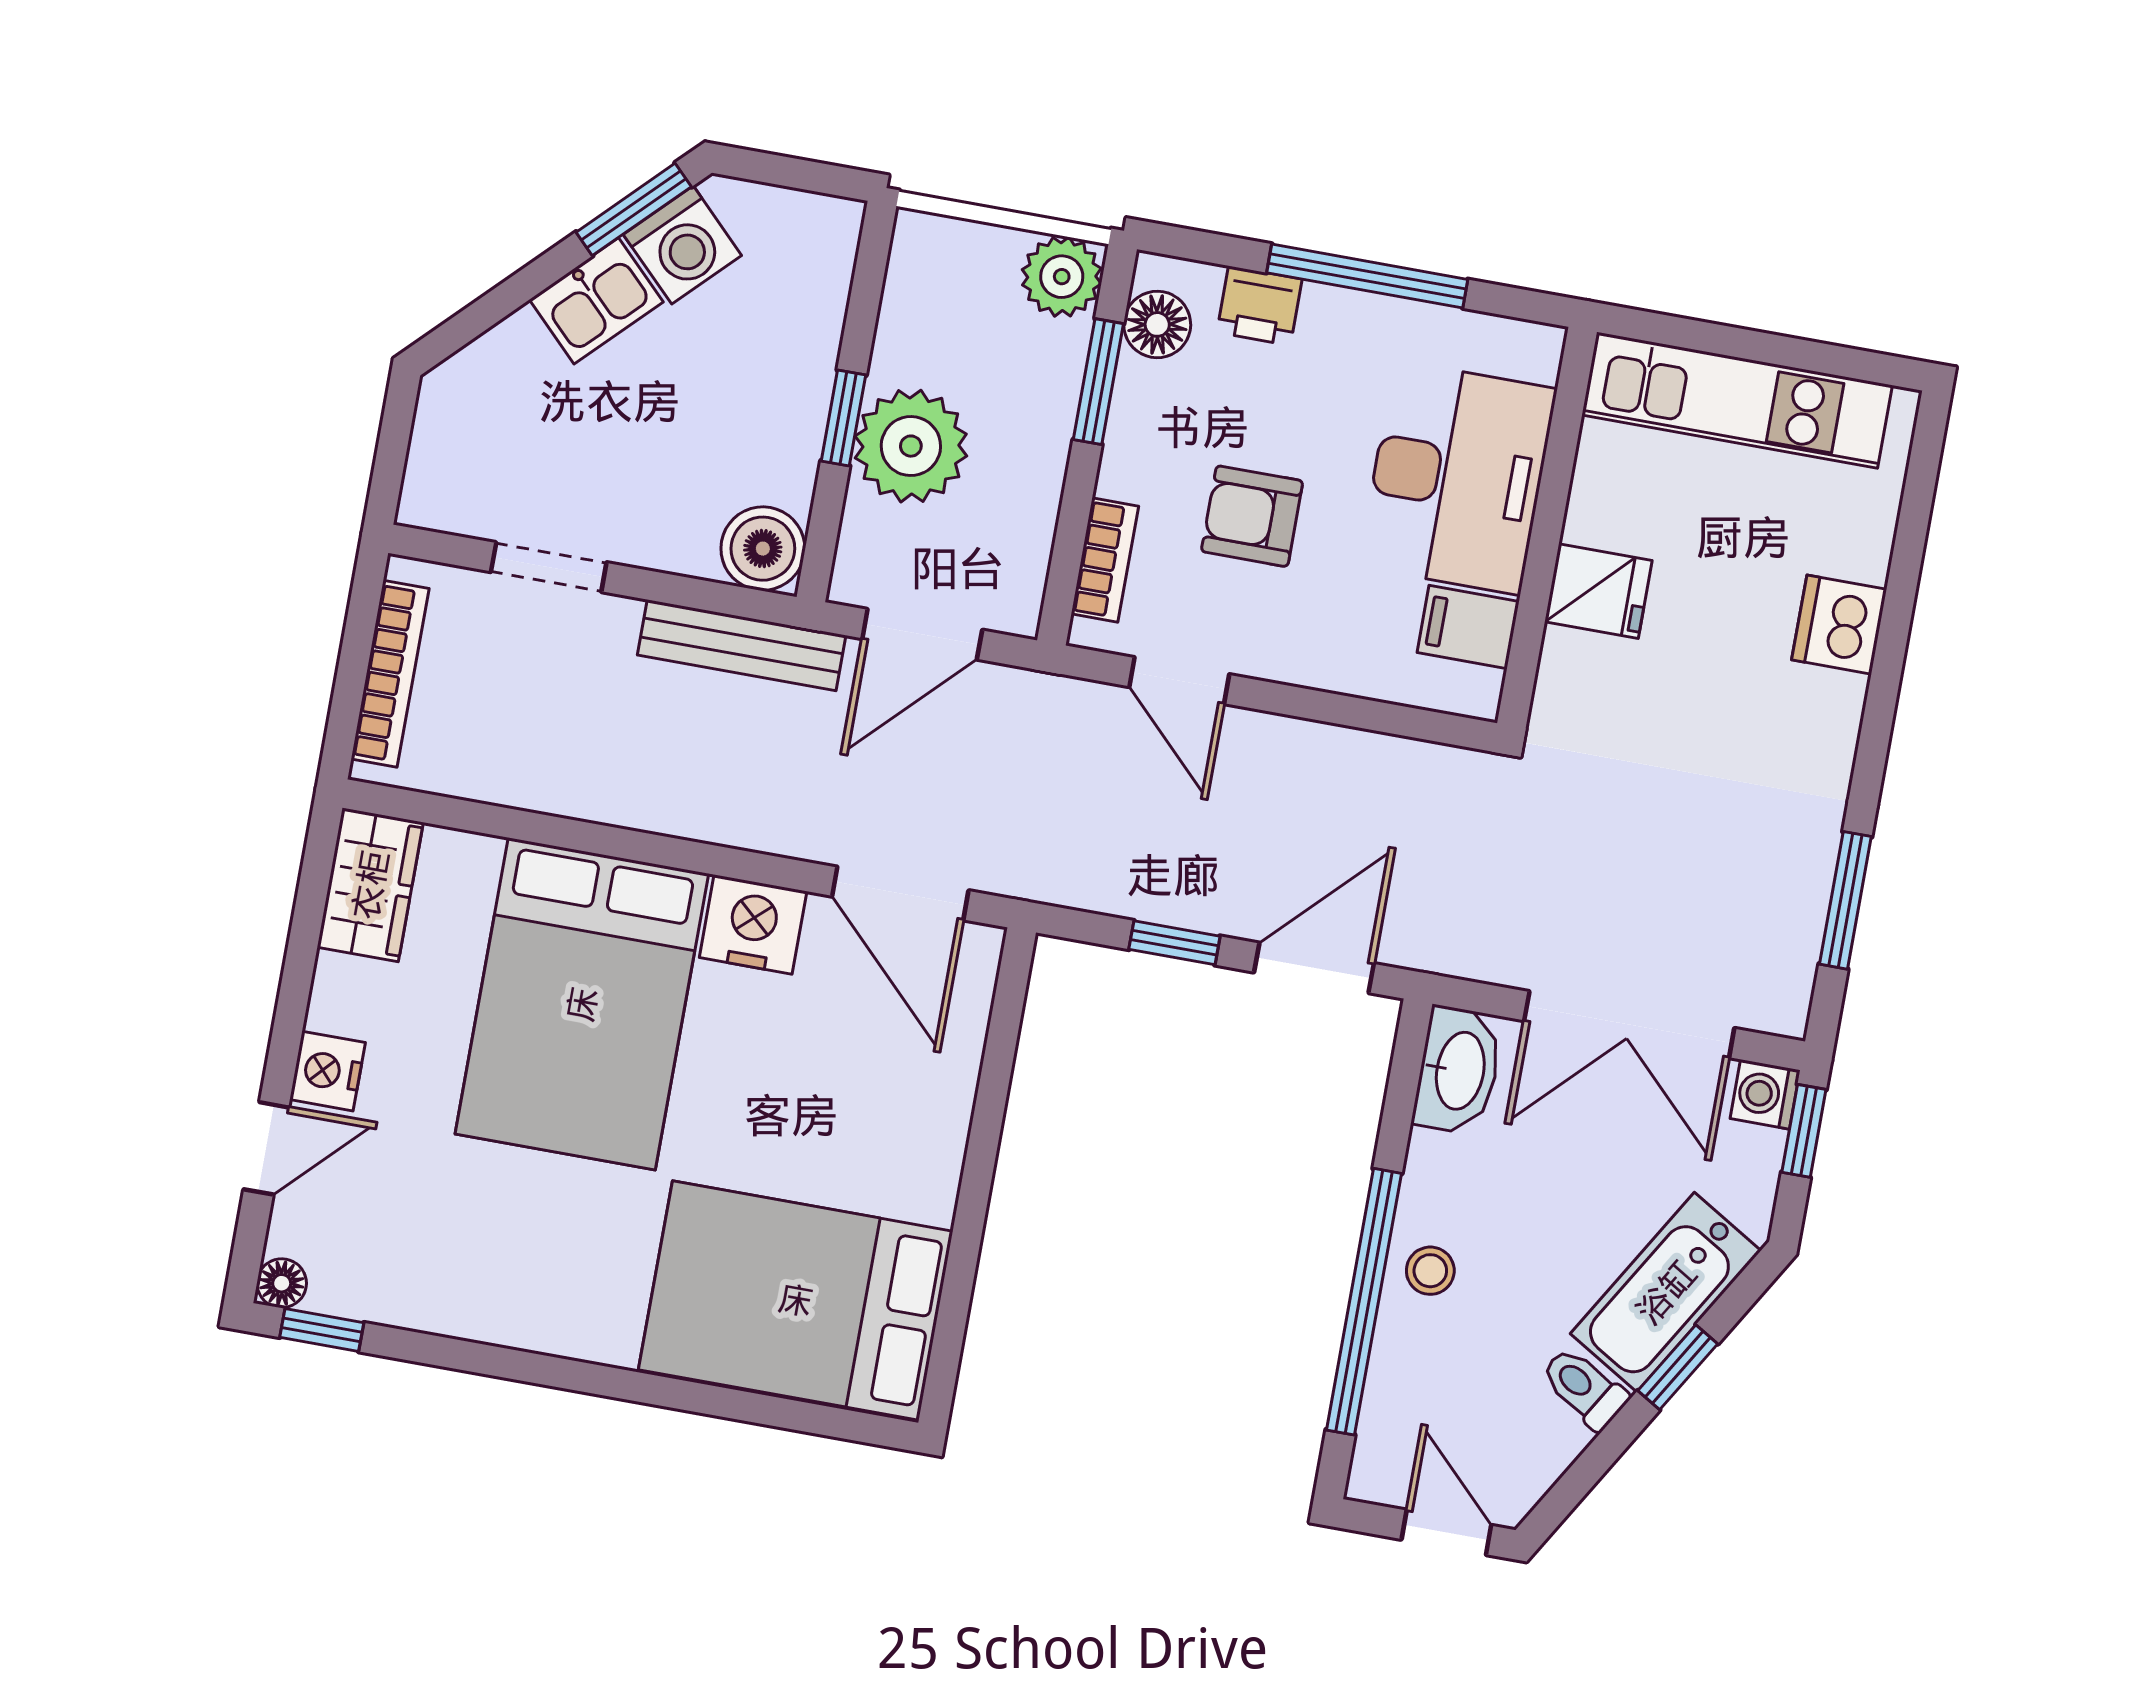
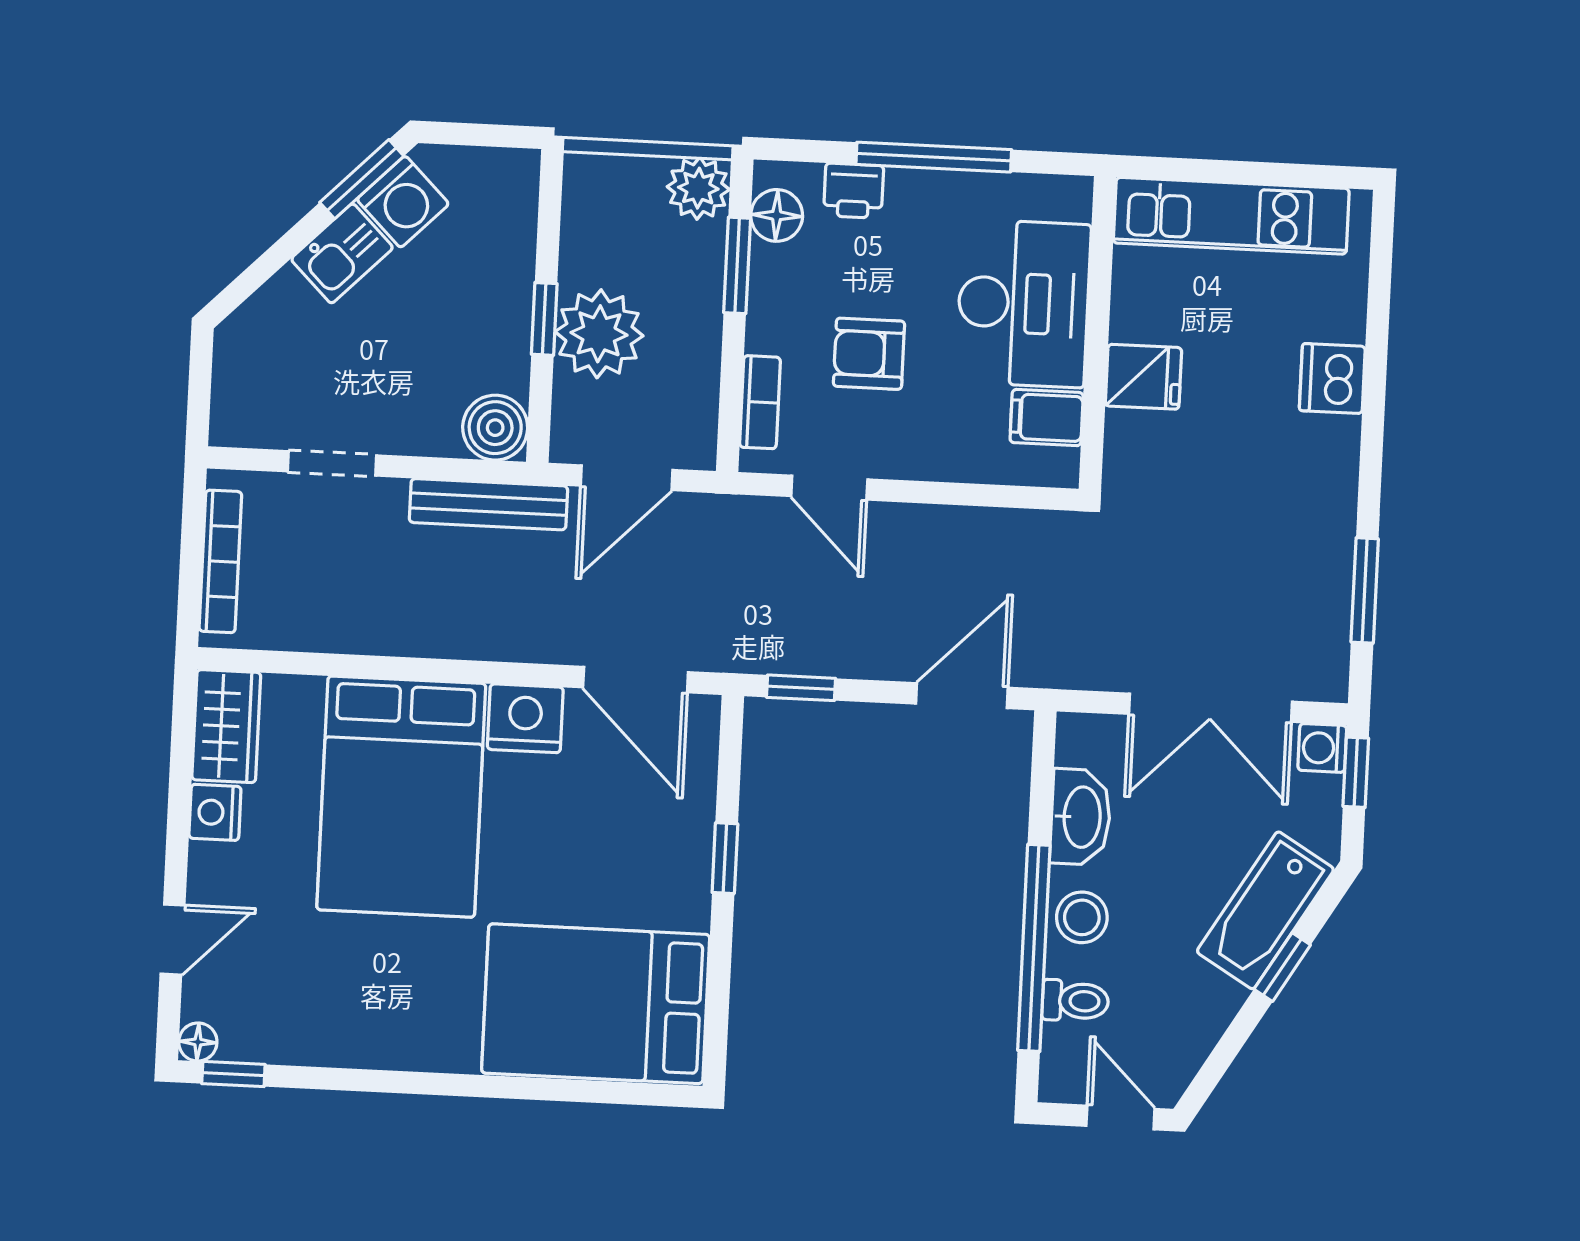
window: (1174, 943) -> (801, 688), moved
washbasin: (1458, 1070) -> (1080, 817), moved
nightstand: (327, 1071) -> (215, 812), moved
window: (985, 1136) -> (725, 858), added
stool: (1430, 1271) -> (1082, 917), width x1.37, depth x1.37
toilet: (1584, 1388) -> (1075, 1001), moved, turned 149

